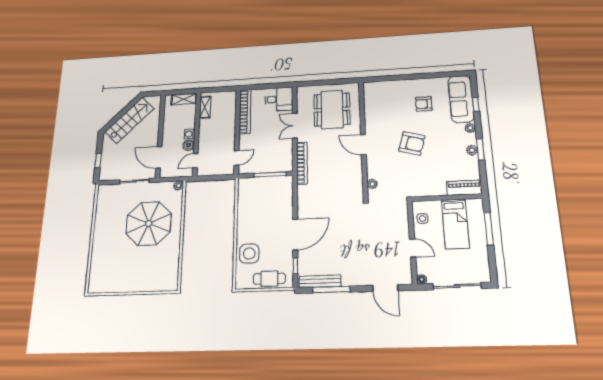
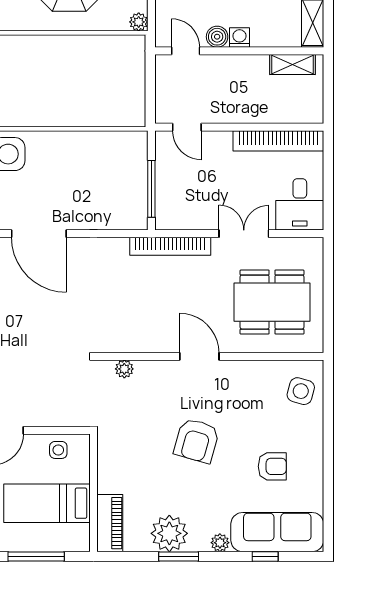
side table: (381, 92) -> (301, 391), added
armchair: (424, 104) -> (272, 466), turned 90
door: (363, 145) -> (199, 356), hinge flipped
plant: (472, 150) -> (169, 533), width x1.88, depth x1.88

